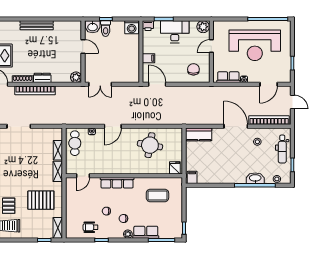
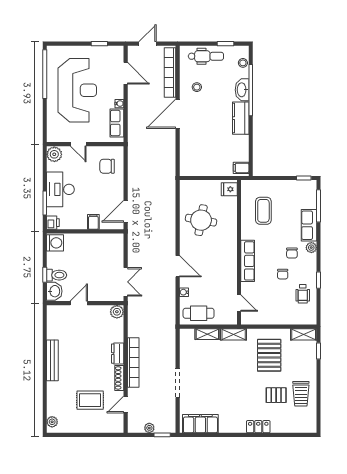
kitchen counter: (199, 134) -> (241, 118), moved, turned 180

